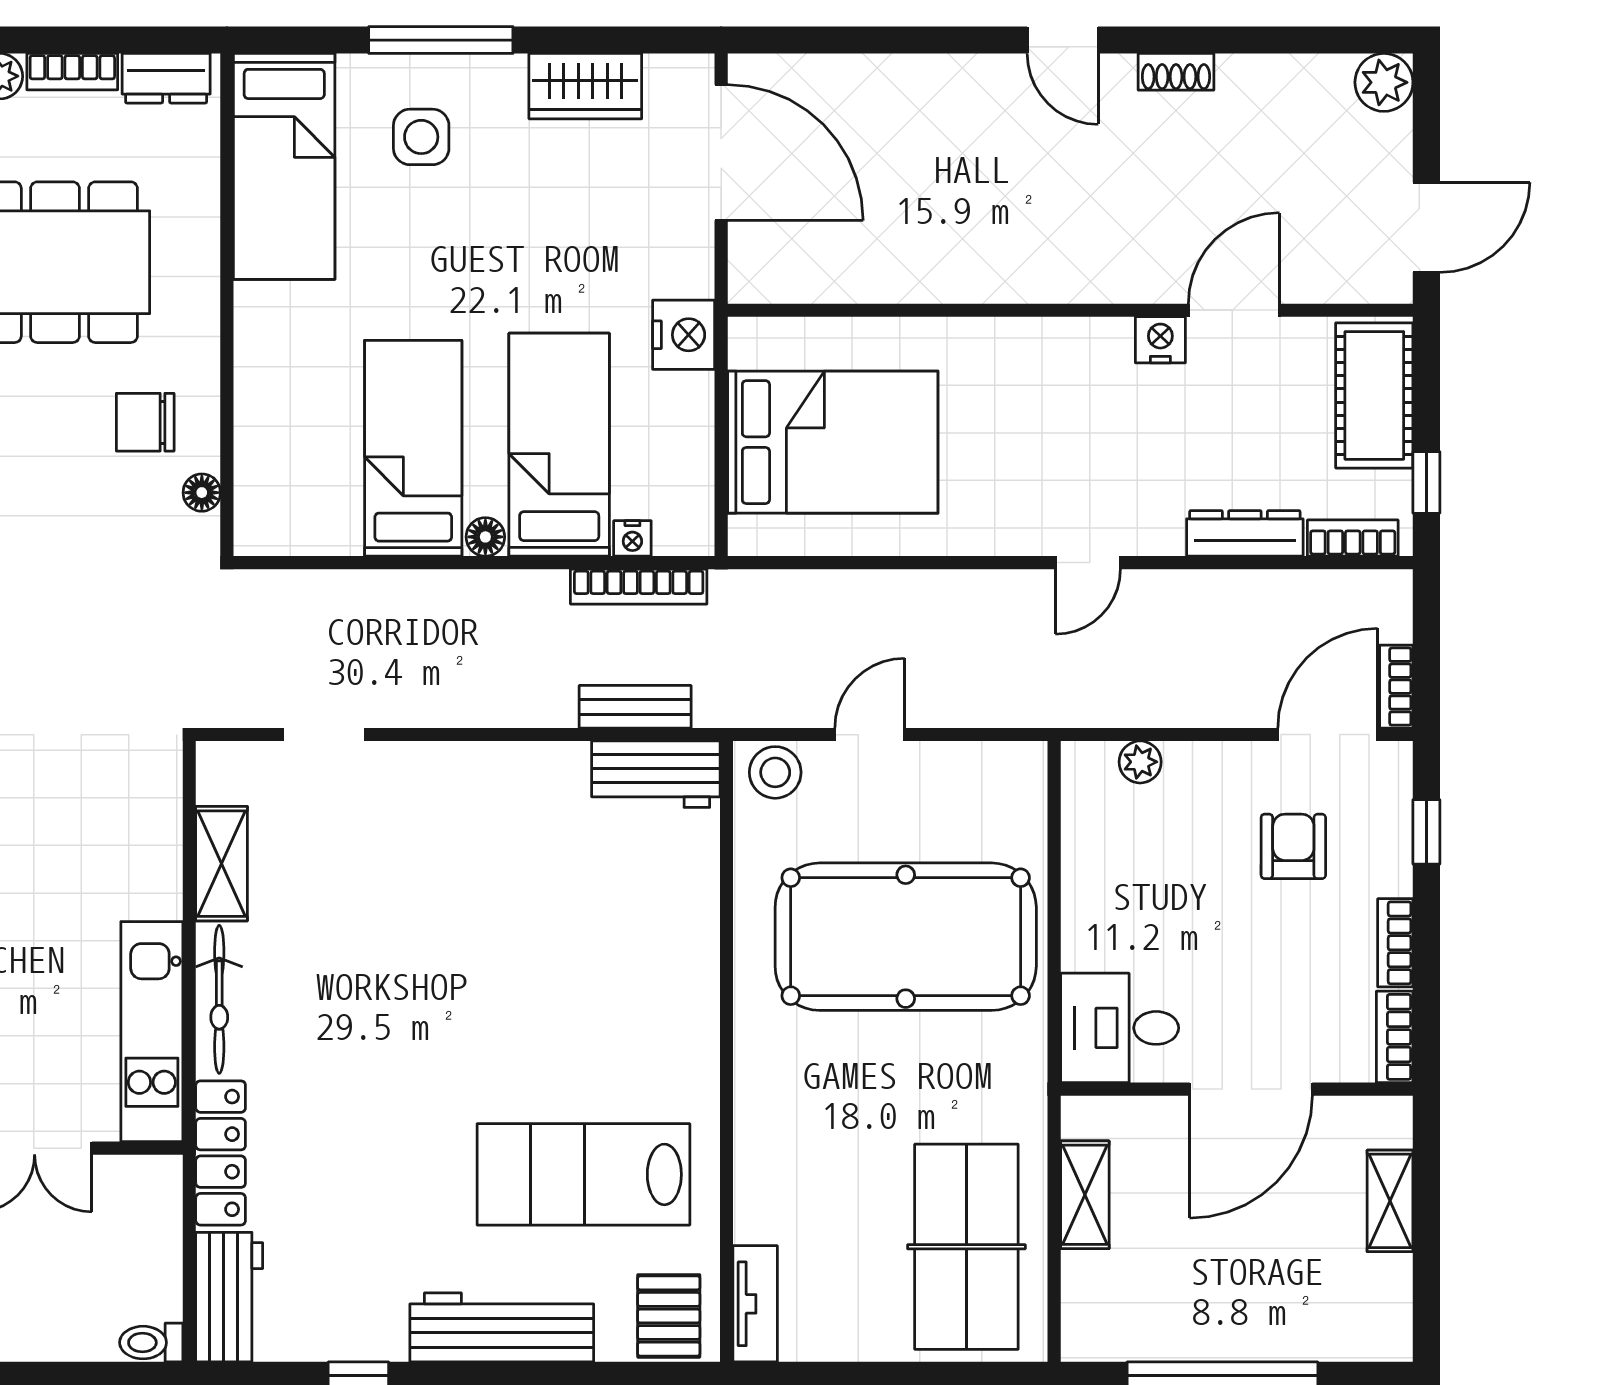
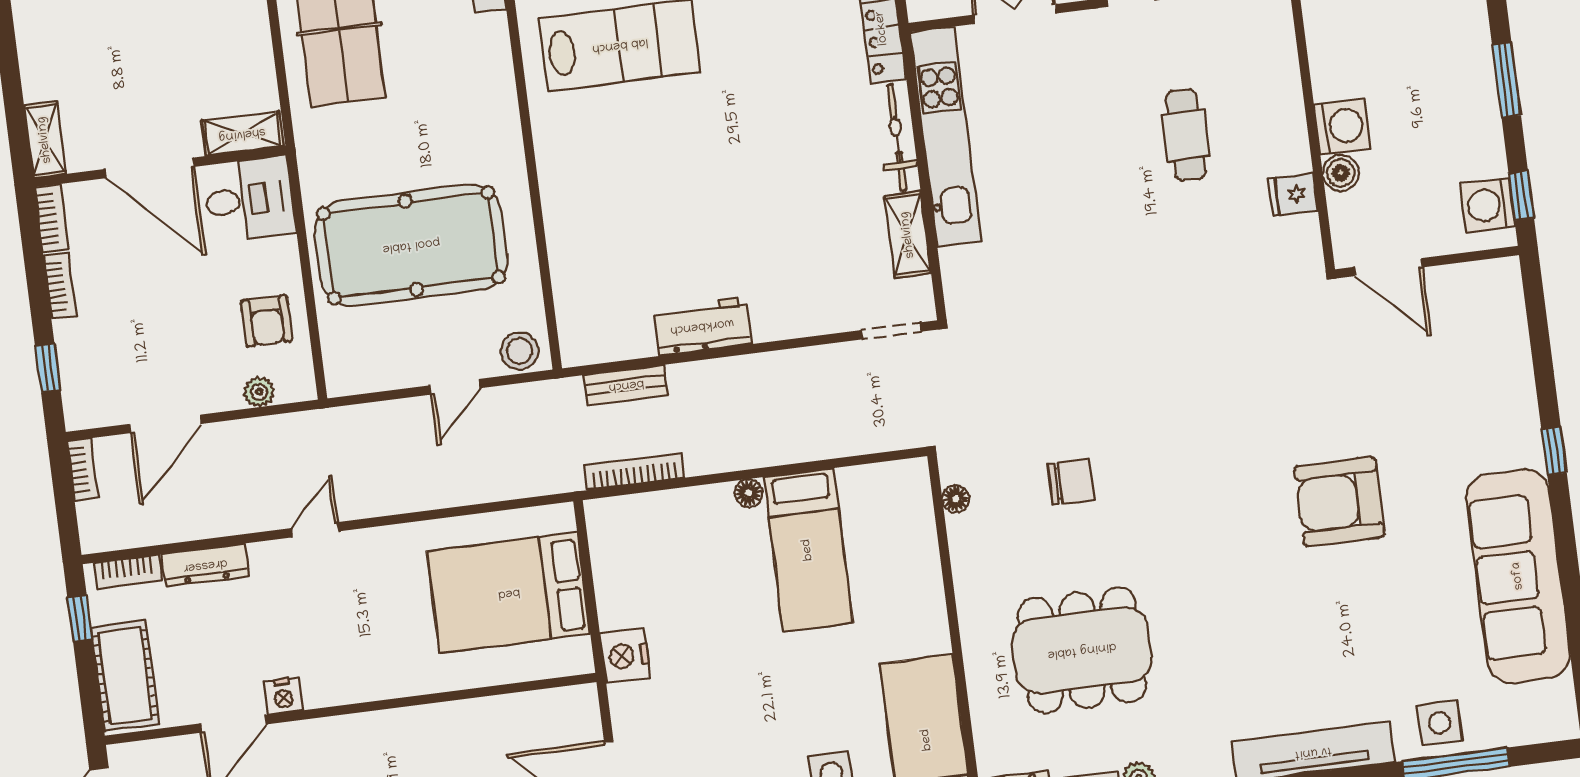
chair: (145, 422) -> (1071, 482), moved
bed: (559, 445) -> (704, 566), removed
nightstand: (632, 538) -> (643, 505), removed
doorway: (324, 735) -> (891, 331), moved
door: (1328, 735) -> (166, 424), moved
workbench: (656, 774) -> (702, 326), moved
armchair: (1293, 846) -> (267, 321), moved
kitchen unit: (152, 1032) -> (946, 137), width x1.36
door: (1251, 1089) -> (150, 168), swing flipped
shelving: (1085, 1195) -> (242, 134), moved, turned 90
shelving: (1390, 1201) -> (45, 140), moved

